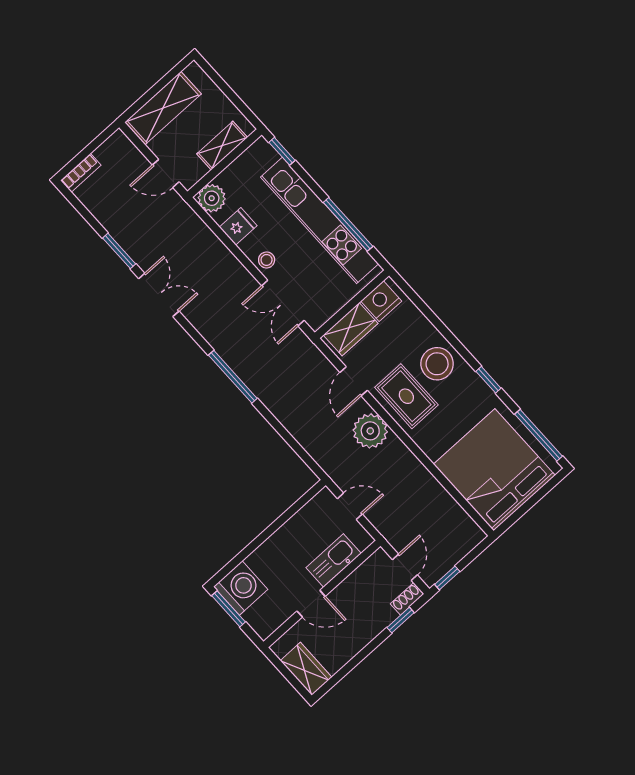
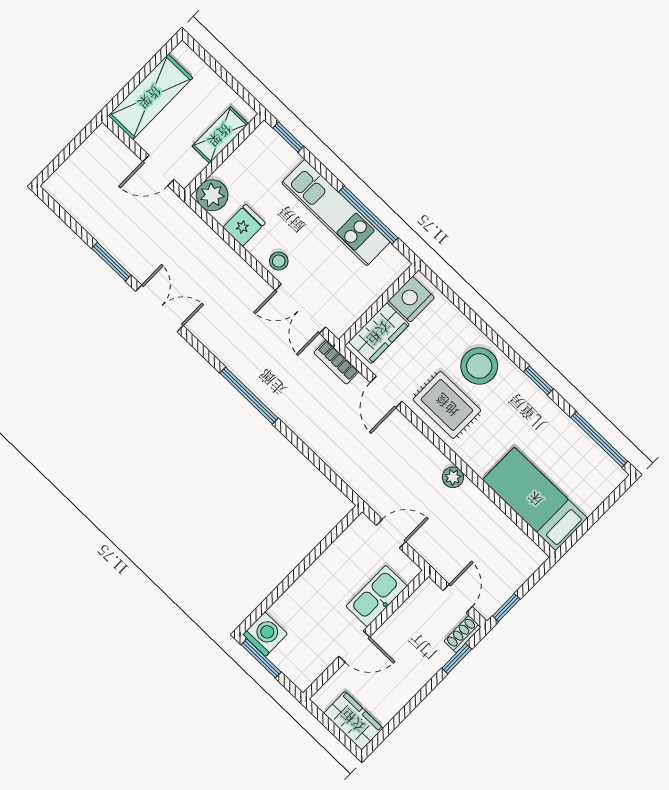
bookcase: (81, 173) -> (336, 362), moved, turned 90
kitchen unit: (320, 220) -> (336, 212), width x0.73
plant: (370, 431) -> (453, 477), moved, width x0.53, depth x0.53
bed: (494, 470) -> (535, 499), width x0.49
washing machine: (241, 588) -> (265, 634), width x0.73, depth x0.73

